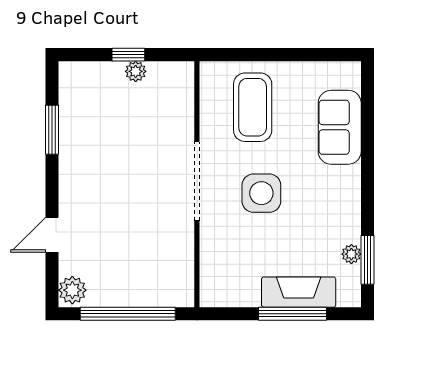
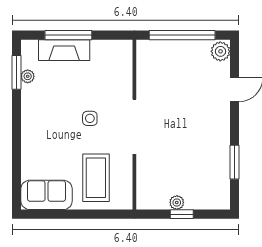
sofa: (340, 127) -> (47, 195), moved, turned -90
side table: (261, 193) -> (90, 118), width x0.54, depth x0.54

